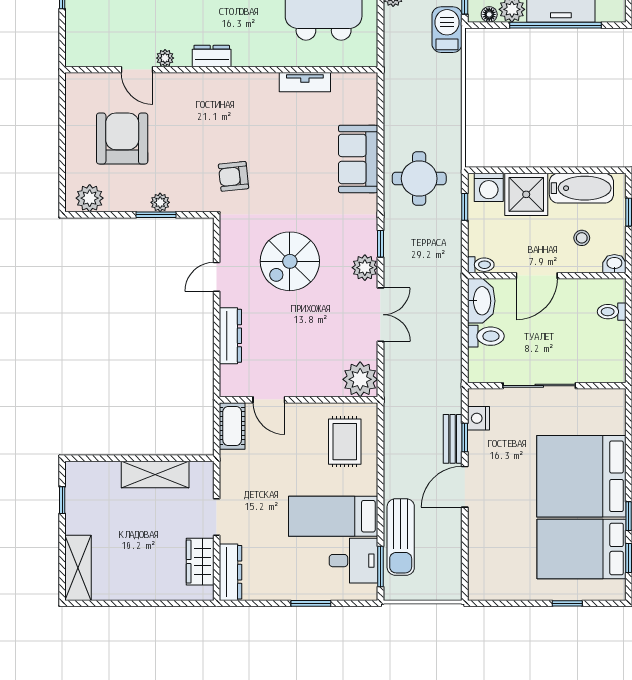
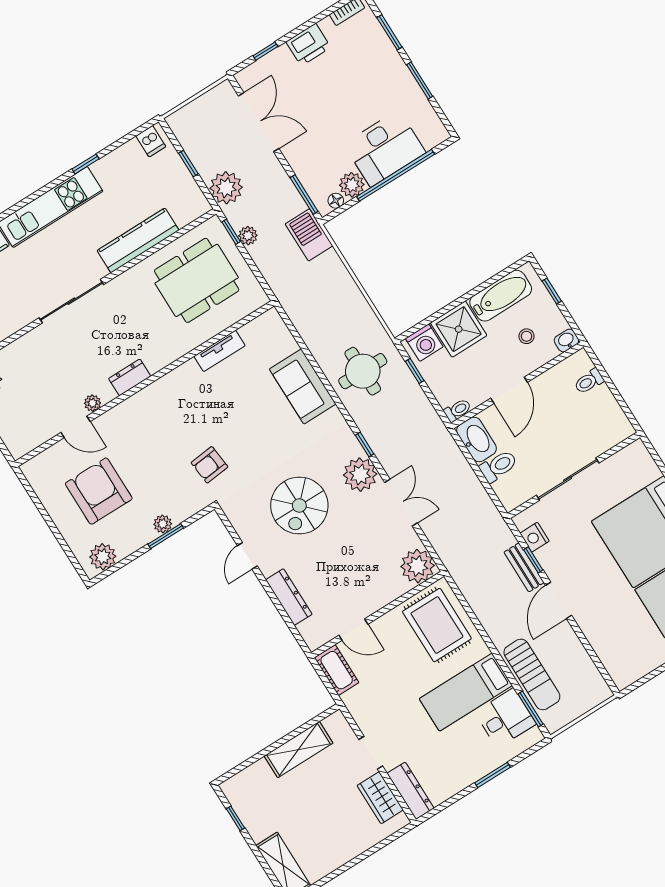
plant: (365, 268) -> (360, 475), width x1.36, depth x1.36
rug: (345, 442) -> (437, 625), width x1.36, depth x1.43

